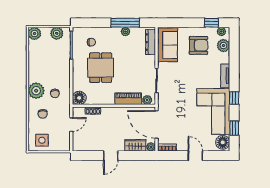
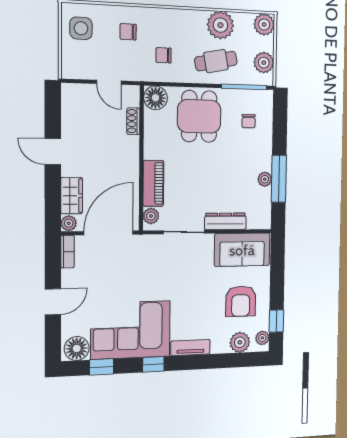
dresser: (151, 42) -> (225, 221), moved
cafe table: (57, 62) -> (216, 61), added
dining table: (101, 68) -> (199, 116), moved, turned 90
plant: (36, 91) -> (220, 25), moved

